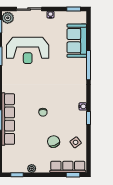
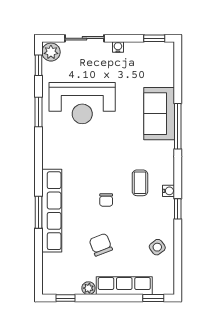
sofa: (77, 41) -> (159, 114), moved
coffee table: (65, 101) -> (140, 183), added
chair: (54, 142) -> (101, 245), moved
row of seats: (68, 167) -> (124, 286), moved

